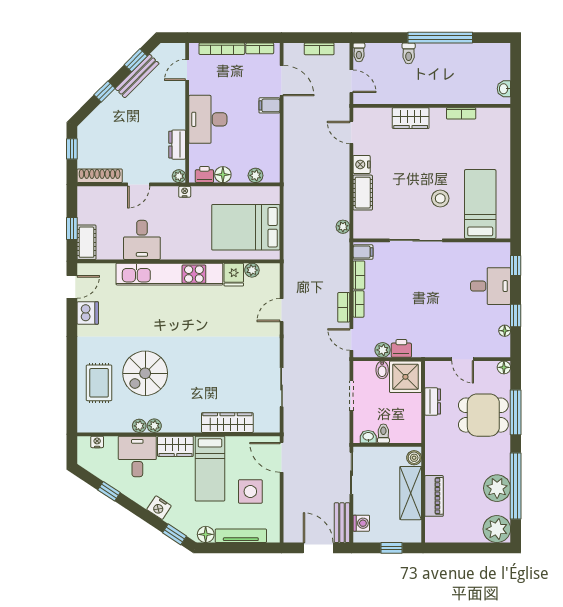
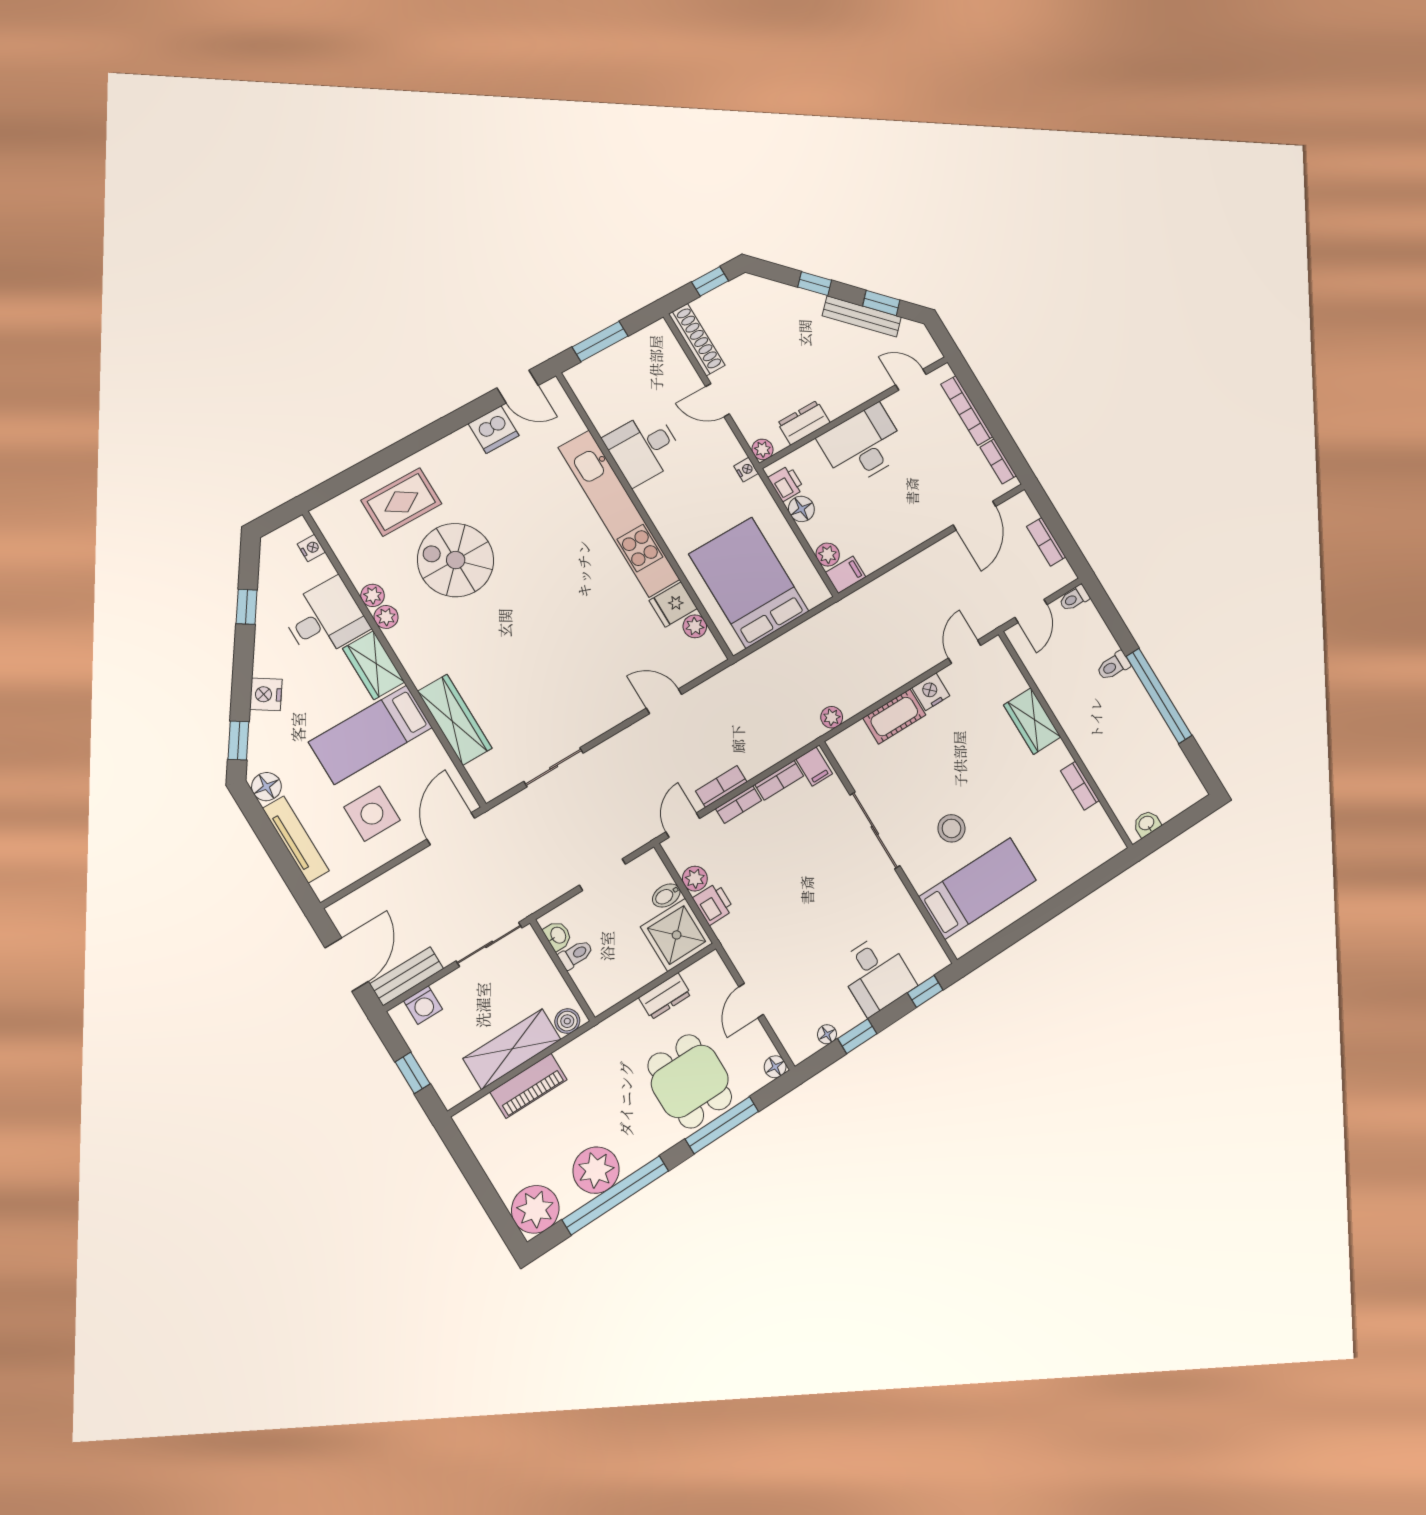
filing cabinet: (269, 105) -> (846, 575), moved, turned 90
window: (72, 229) -> (600, 341), width x1.50
cot: (87, 242) -> (593, 372), removed

